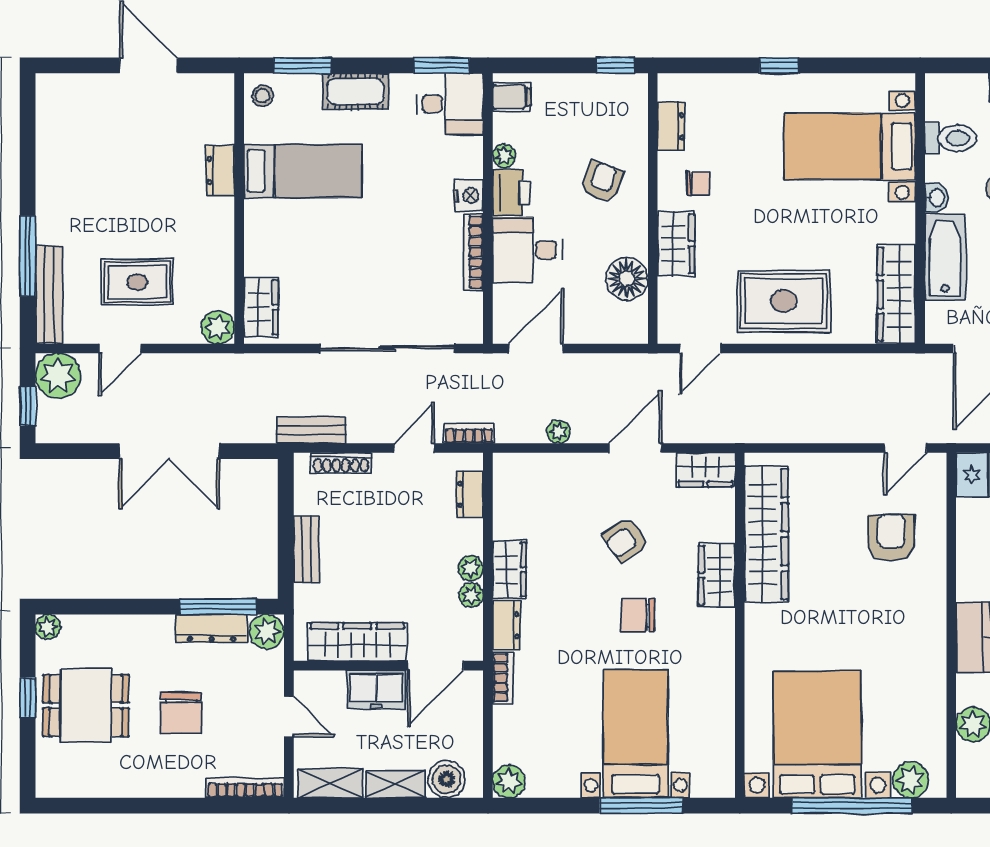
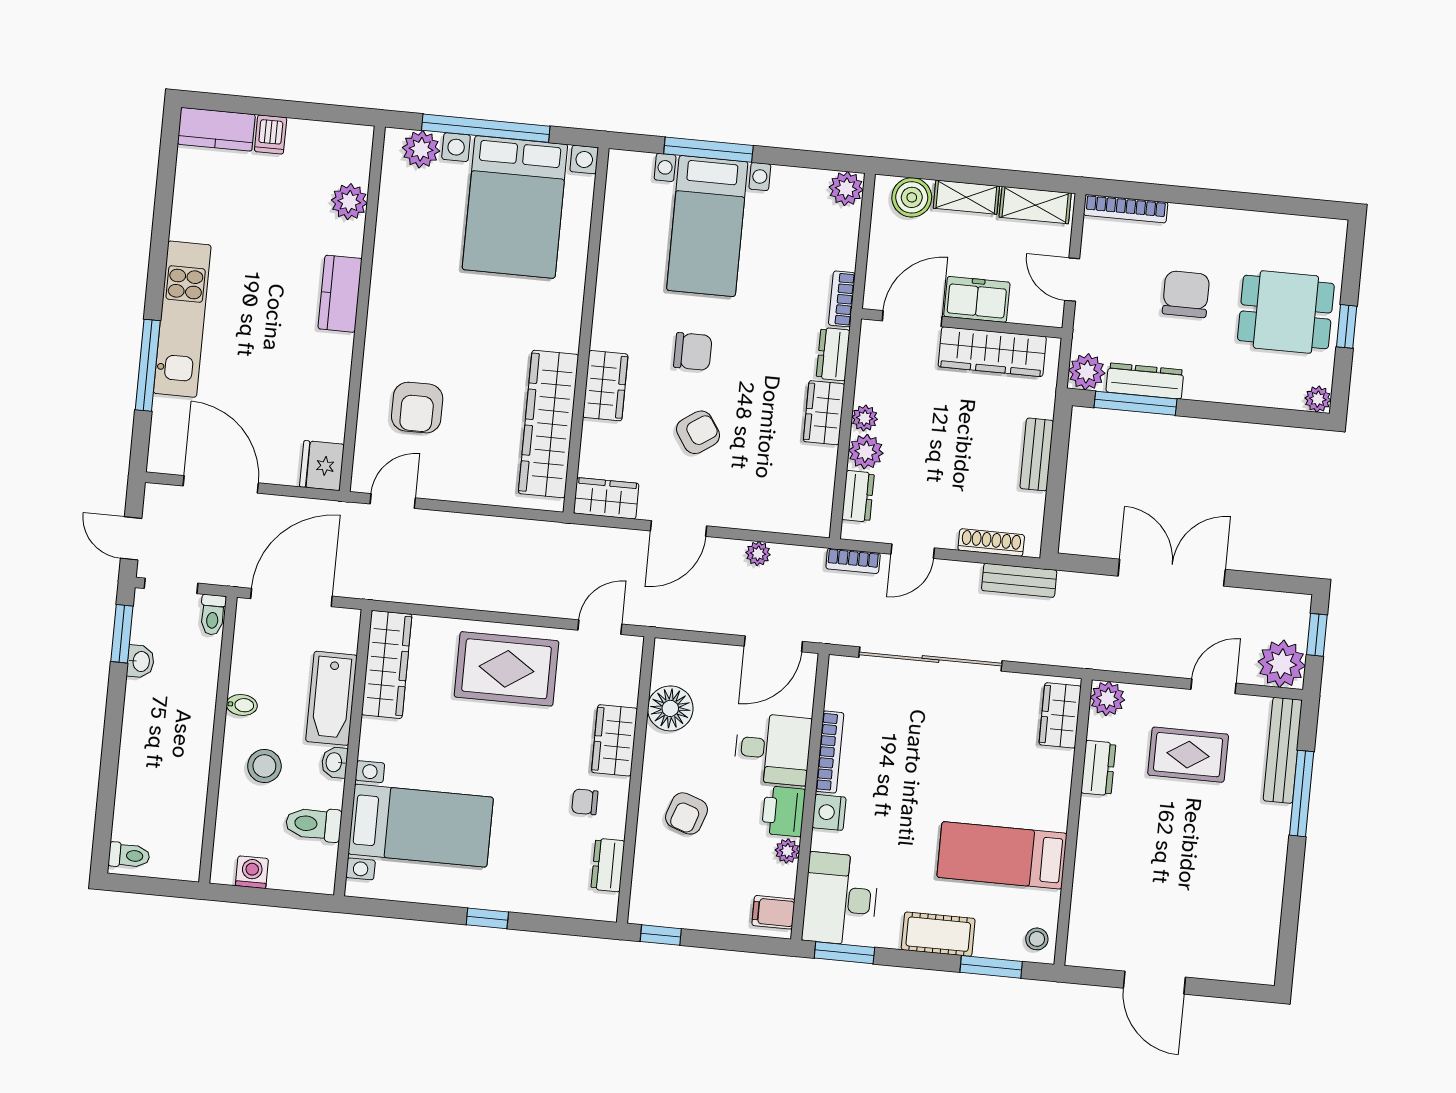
desk: (450, 104) -> (840, 899), width x1.37
dresser: (220, 170) -> (1098, 768), moved
plant: (471, 595) -> (866, 452), moved, width x1.38, depth x1.38

